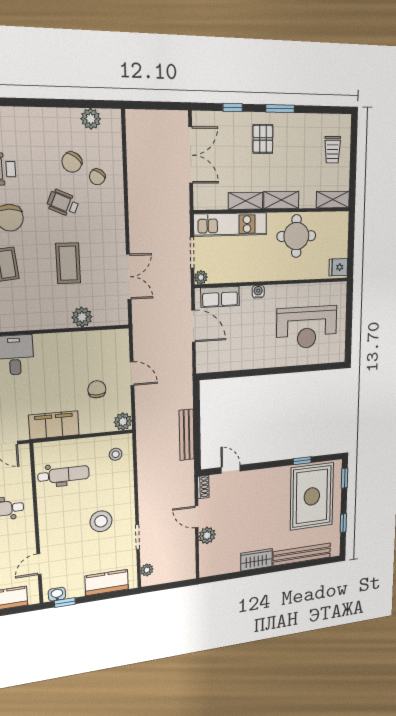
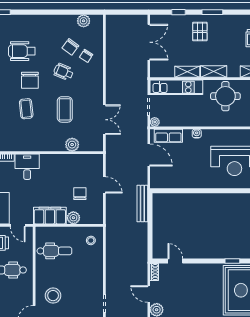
plant: (123, 422) -> (73, 218), moved
bench: (187, 435) -> (142, 203), moved
stool: (101, 521) -> (53, 296), moved

